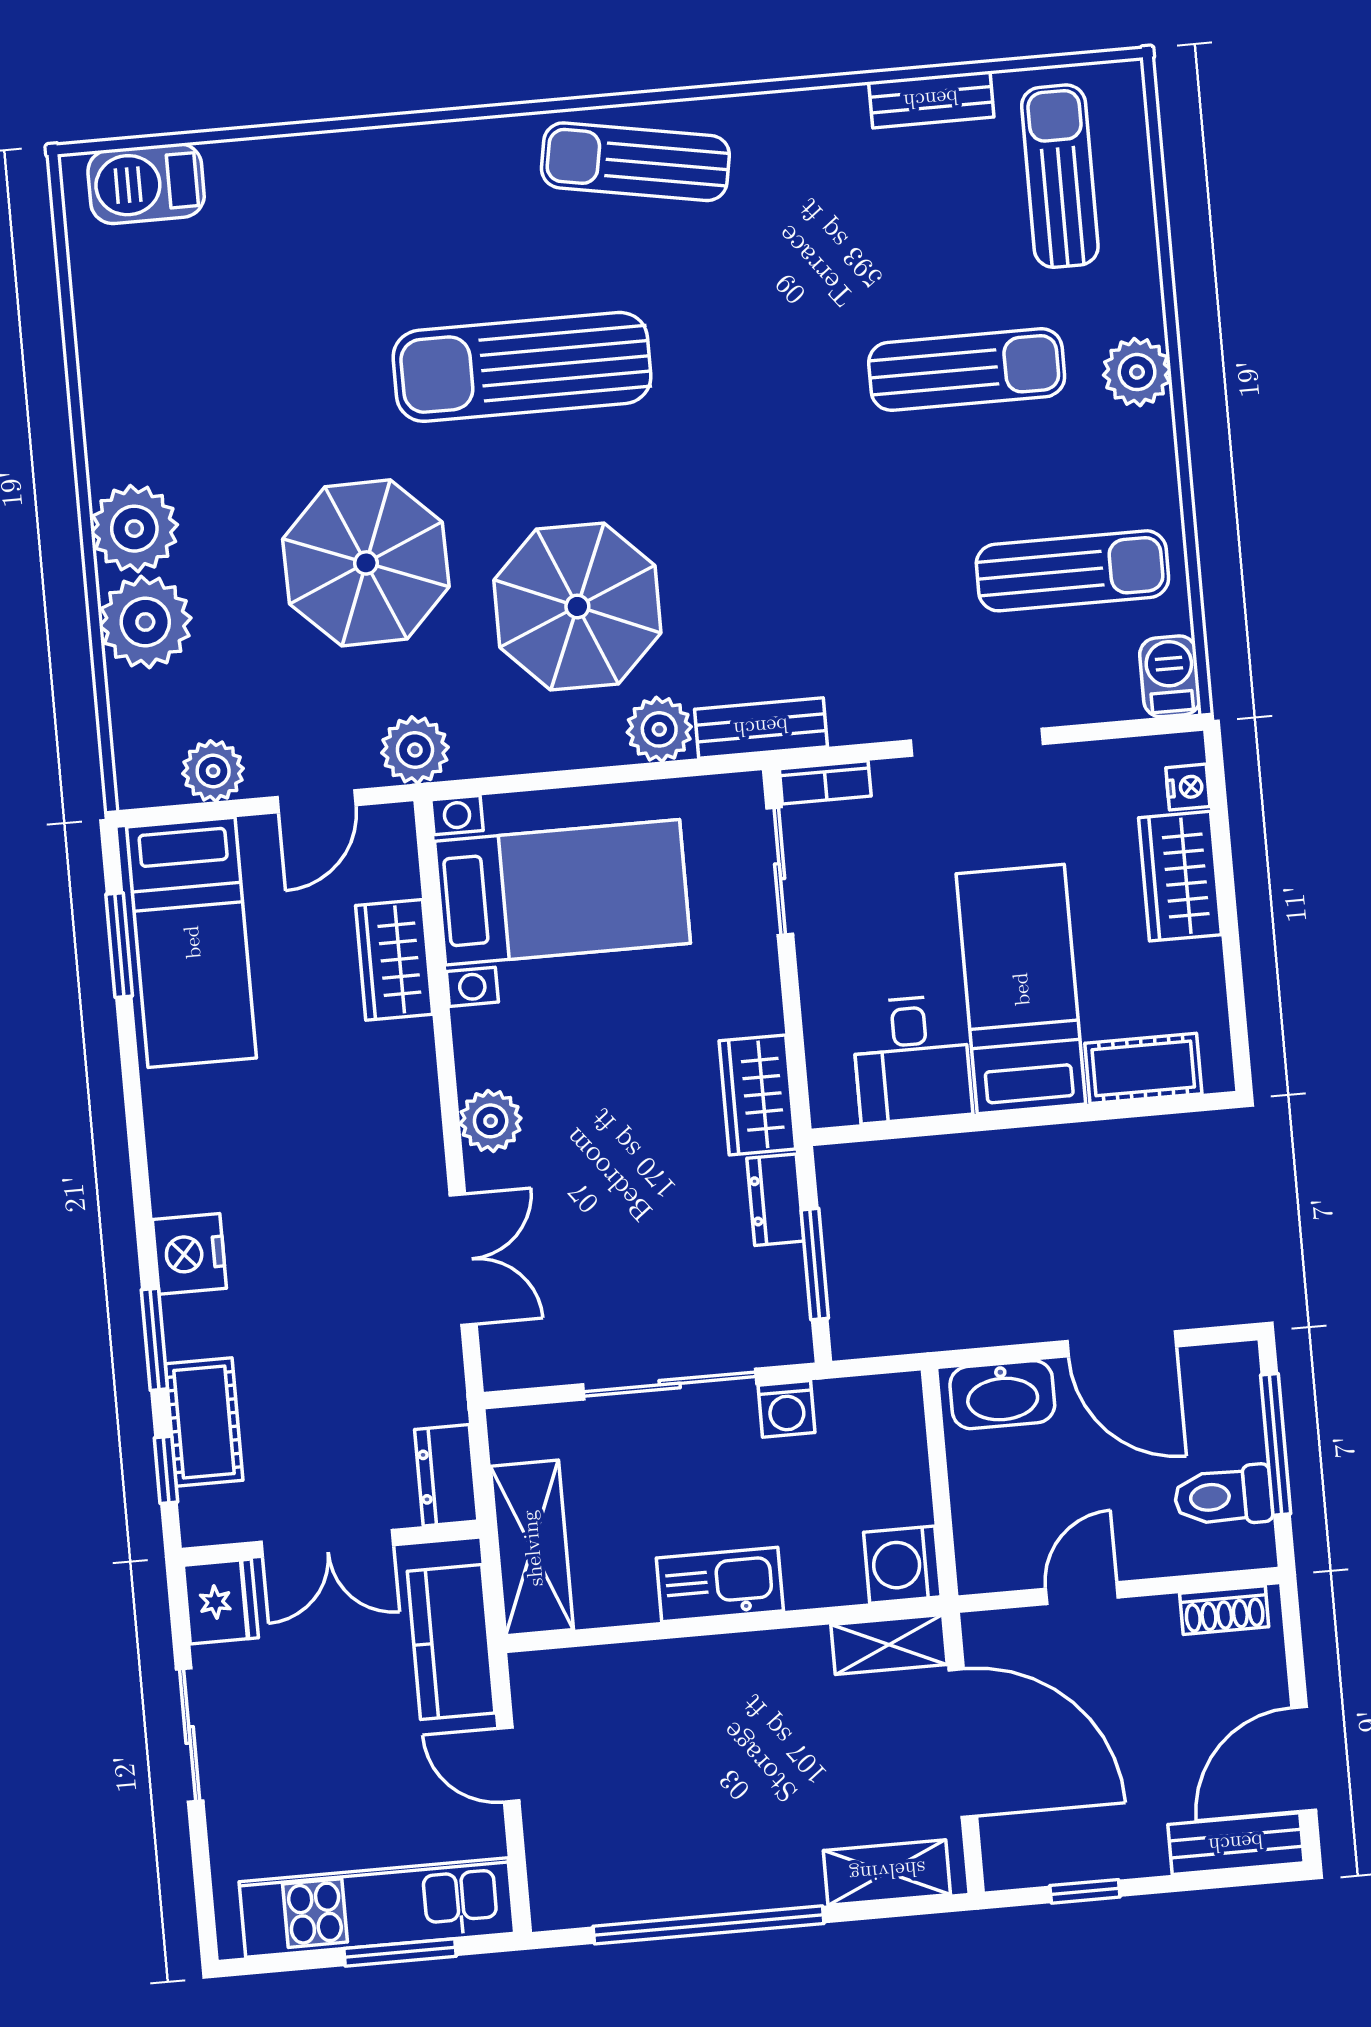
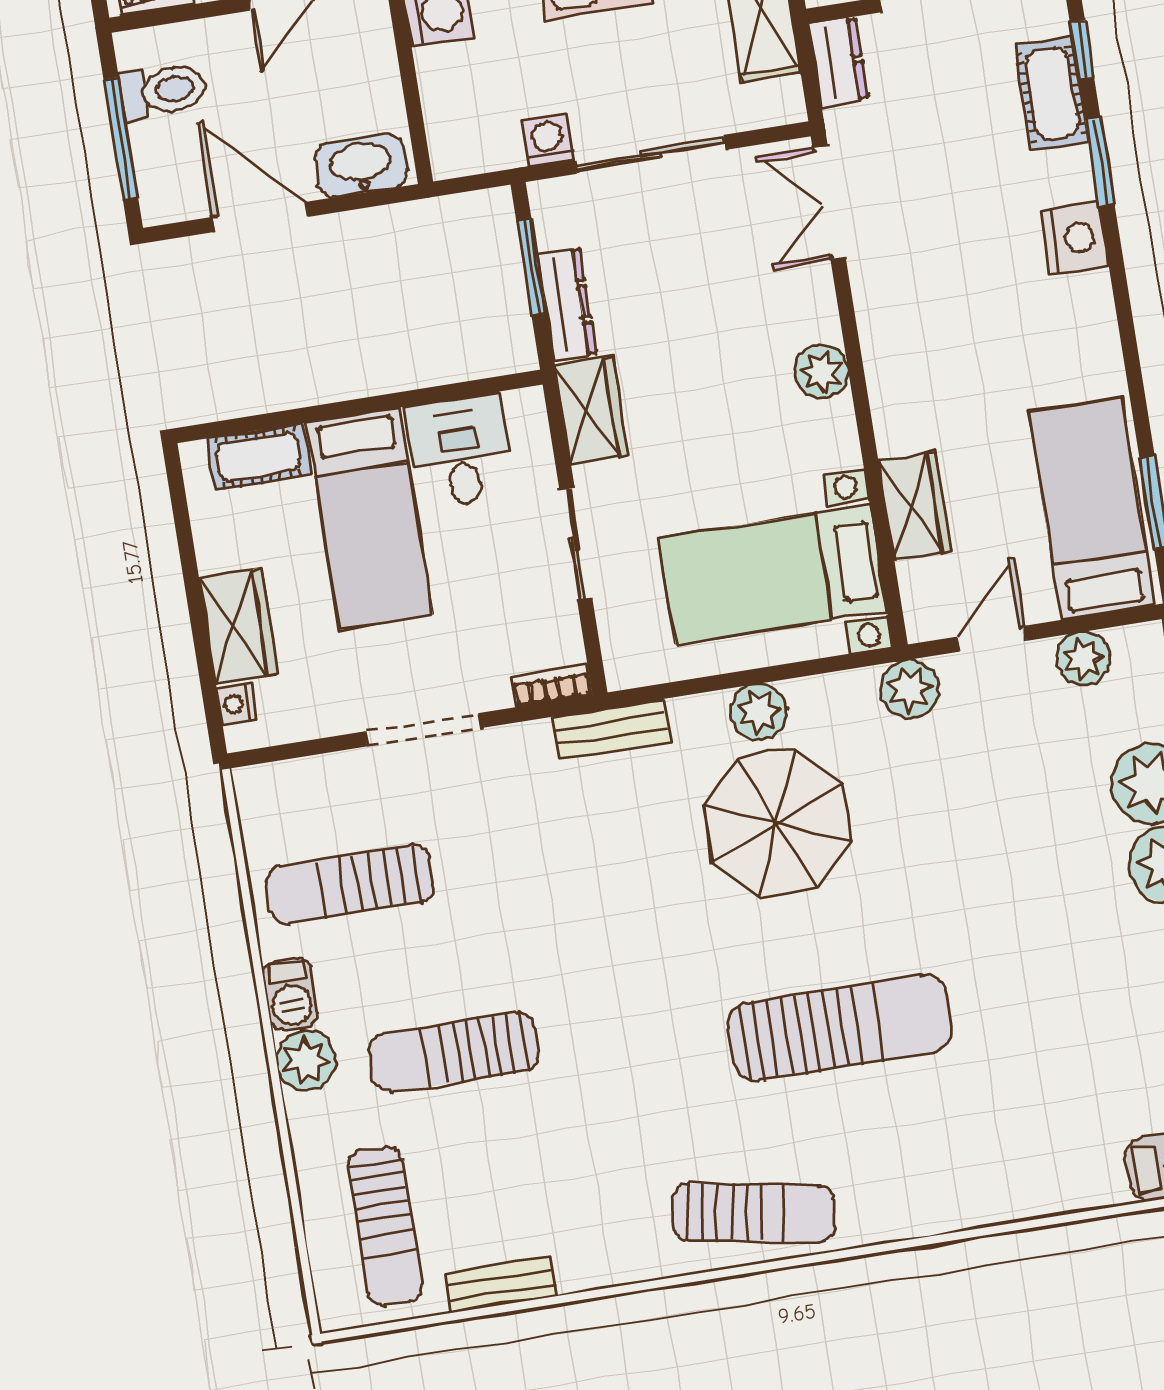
parasol: (366, 563) -> (963, 848), removed
barbecue: (1170, 676) -> (290, 994), moved
plant: (659, 729) -> (759, 712), moved
sliding door: (780, 871) -> (576, 544), moved
dresser: (775, 1200) -> (567, 304), width x1.44
double door: (463, 1259) -> (829, 203), moved

